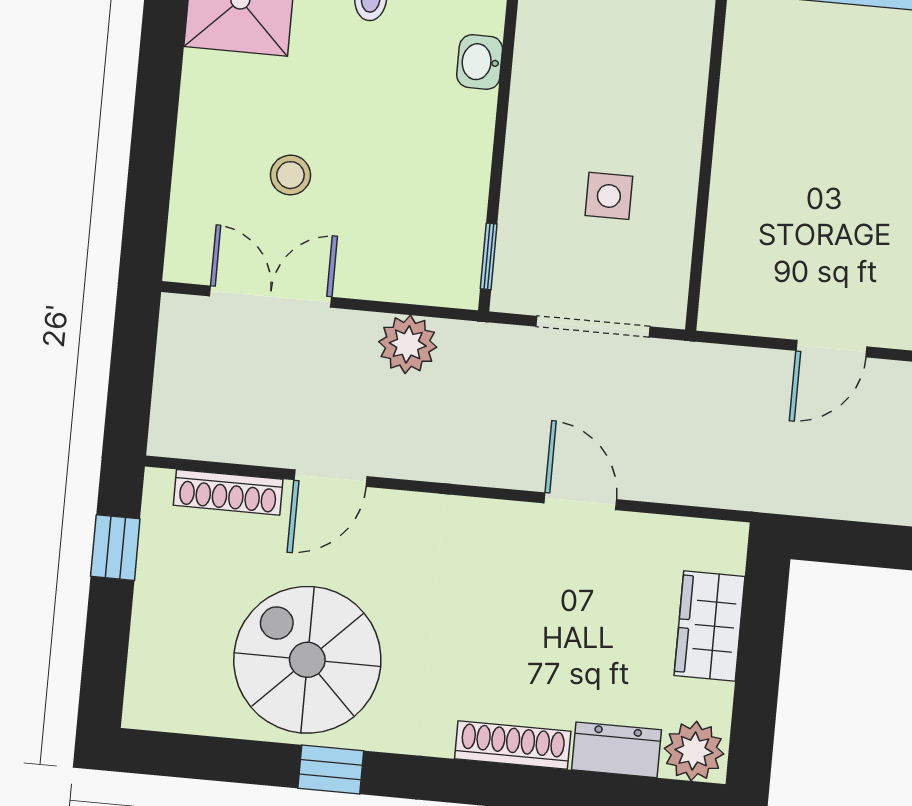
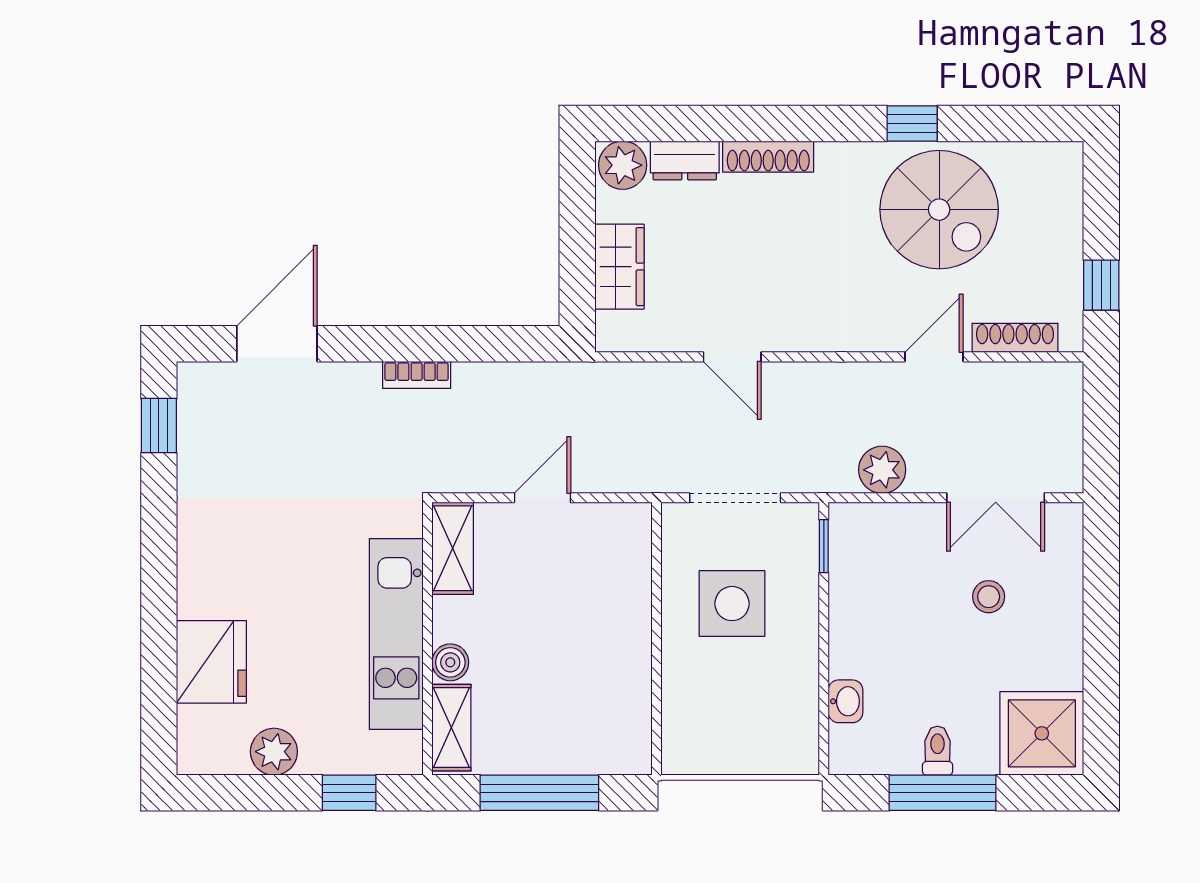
side table: (609, 196) -> (732, 604), width x1.87, depth x1.87

